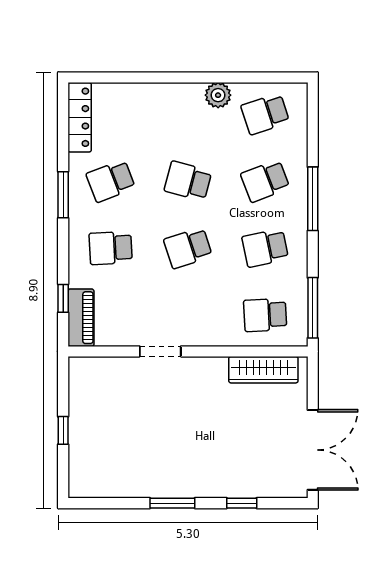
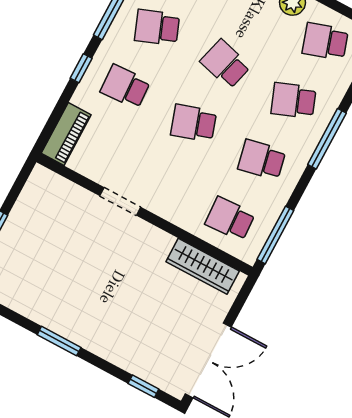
window: (63, 298) -> (81, 68), moved
window: (242, 503) -> (143, 386), moved

